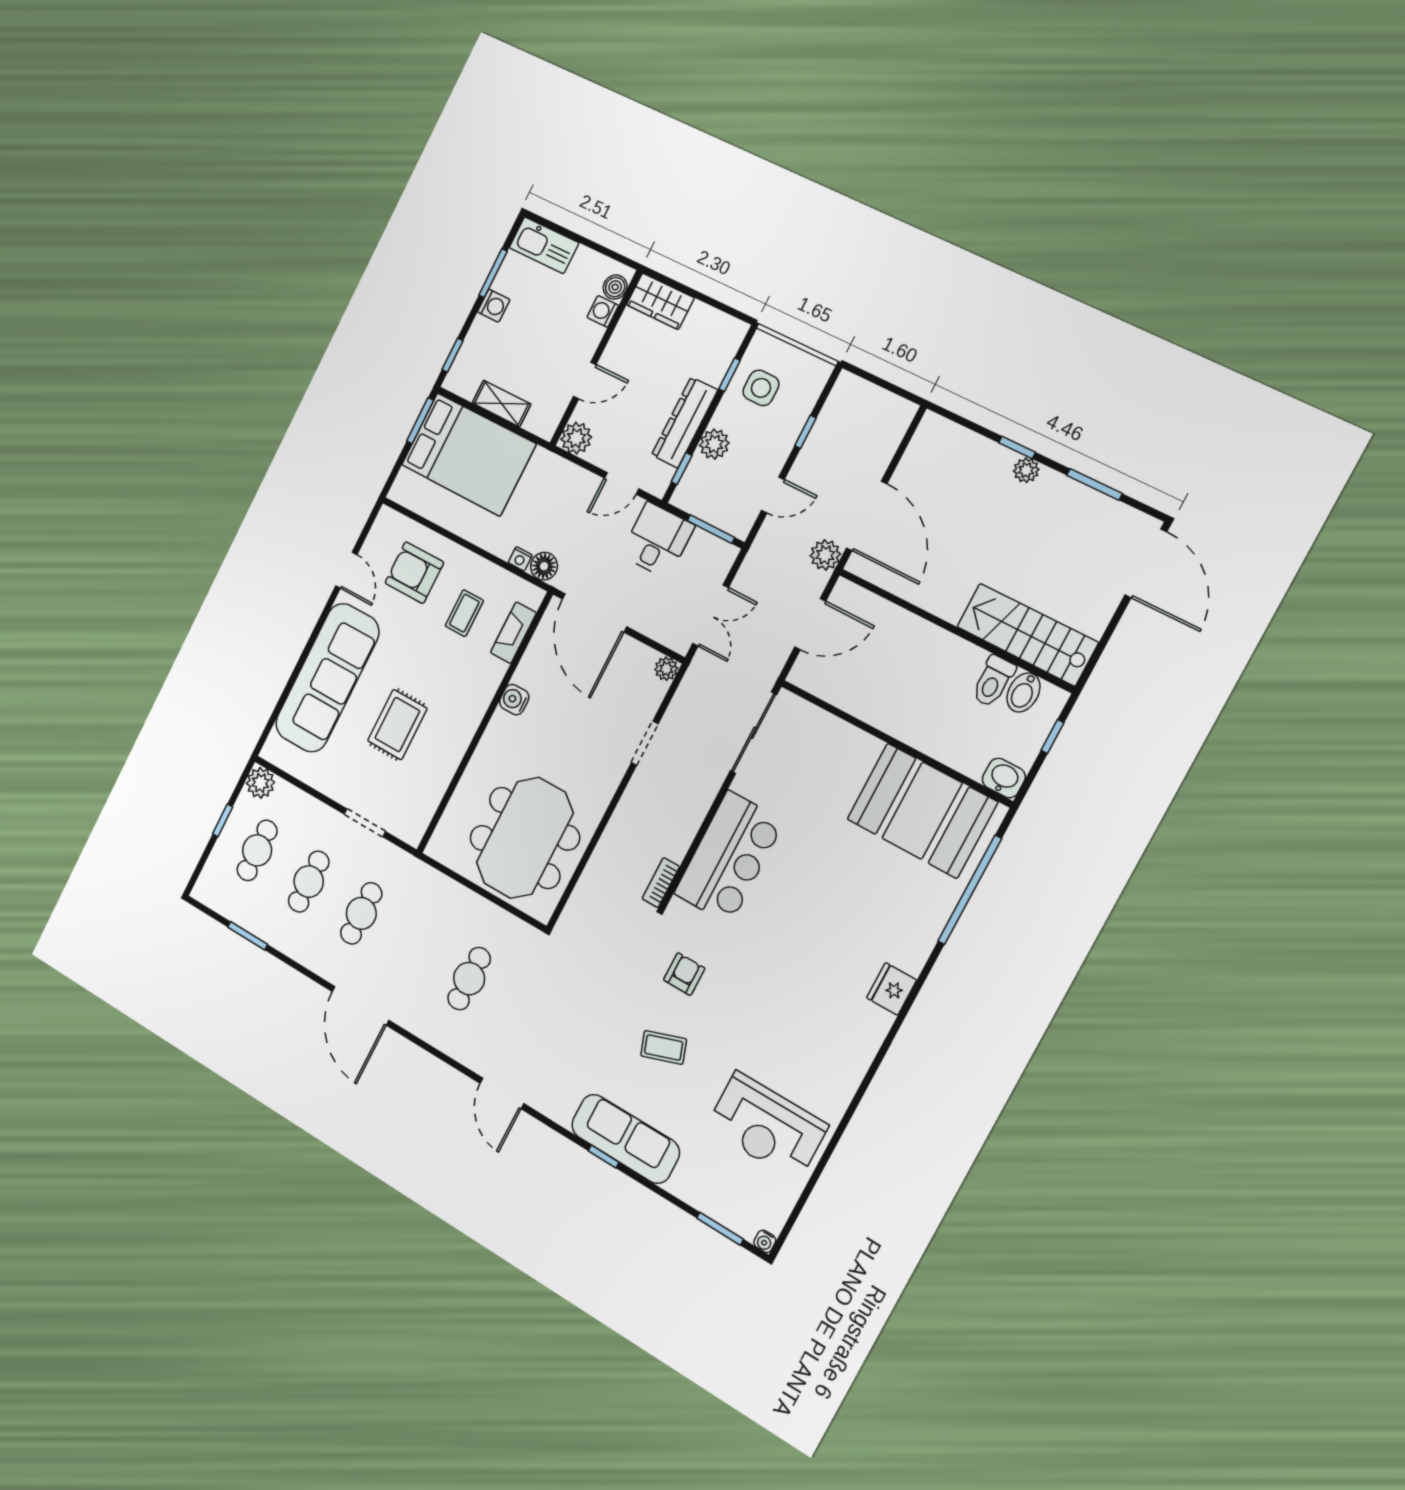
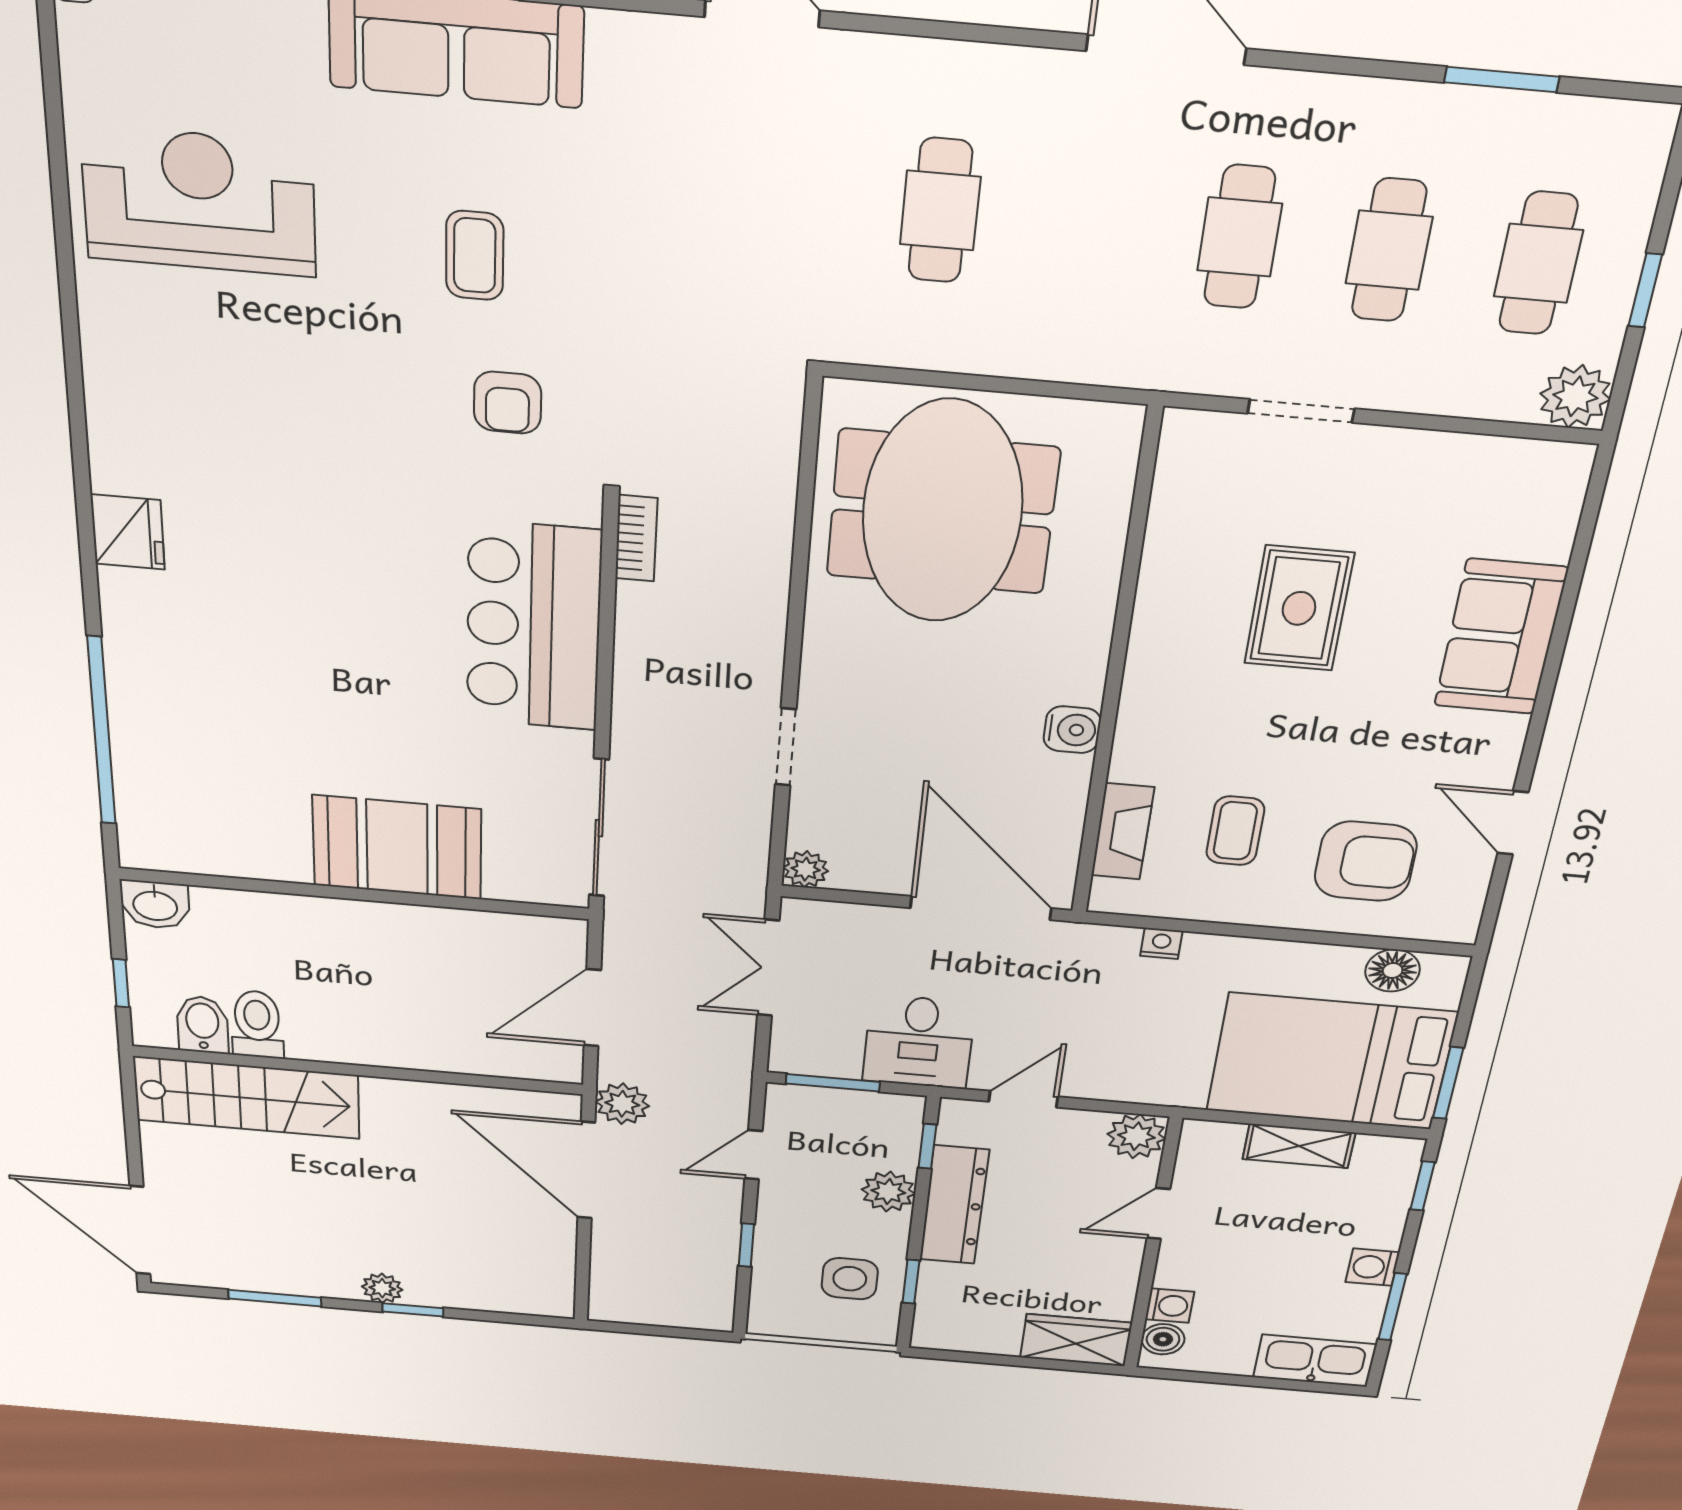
floor lamp: (544, 566) -> (1393, 971), moved
sofa: (327, 678) -> (1501, 637), width x0.54, depth x0.79
booth: (922, 811) -> (397, 847), moved, width x0.73, depth x0.70
coffee table: (664, 1047) -> (475, 256), turned -71

